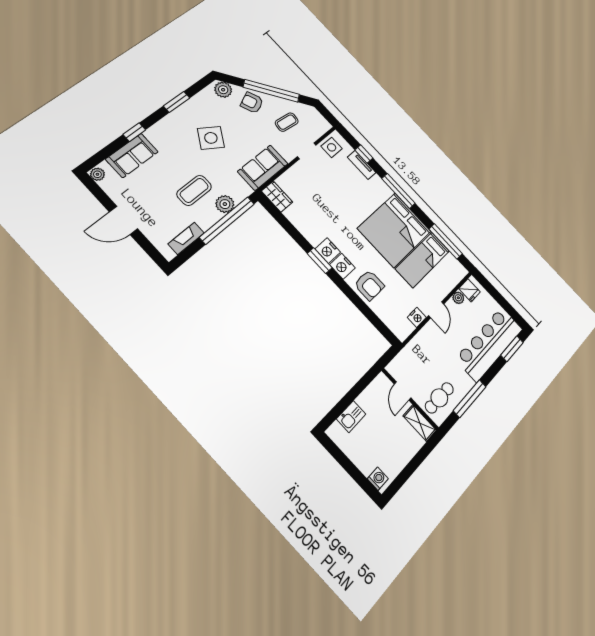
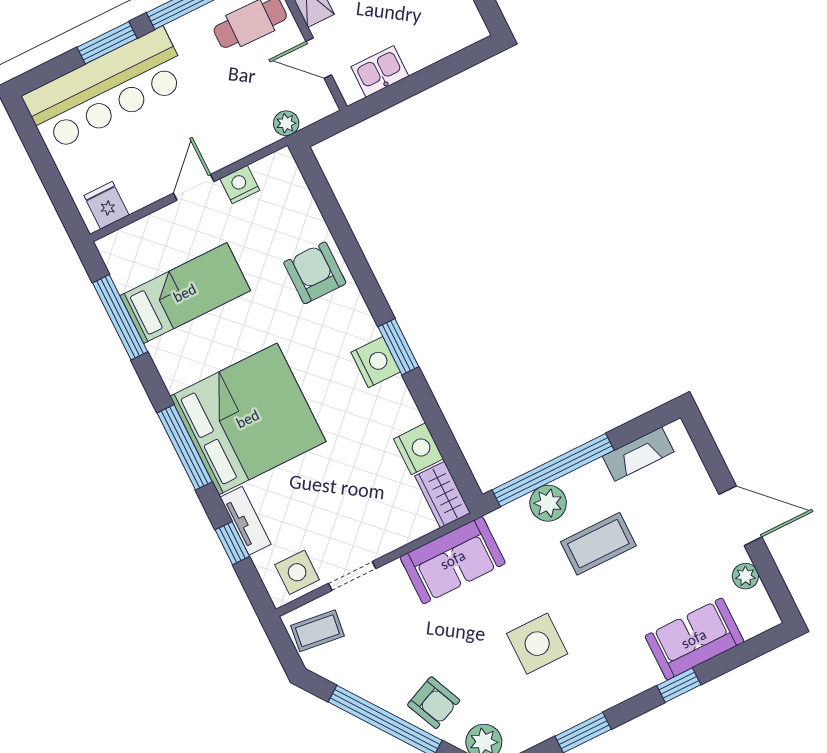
coffee table: (287, 122) -> (317, 631), moved
side table: (211, 138) -> (537, 644), turned -32
plant: (97, 174) -> (745, 576), moved
bed: (394, 230) -> (248, 419), moved
nightstand: (342, 266) -> (418, 449), moved
plant: (458, 298) -> (286, 123), moved
window: (512, 349) -> (107, 43), moved
door: (403, 391) -> (319, 58), swing flipped
kitchen sink: (351, 417) -> (380, 71), moved

